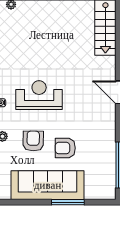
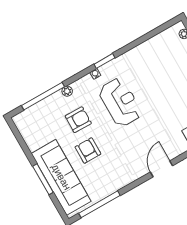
sofa: (48, 185) -> (61, 177), moved

